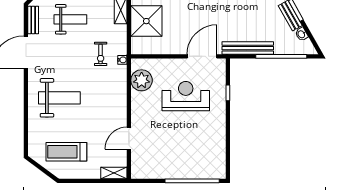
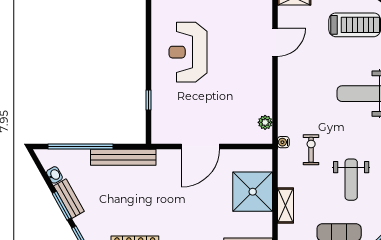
weight bench: (70, 19) -> (351, 180), moved, turned -90
door: (202, 56) -> (200, 147), moved
plant: (142, 80) -> (265, 122), width x0.53, depth x0.53
reception desk: (186, 96) -> (188, 52), moved, turned 90

